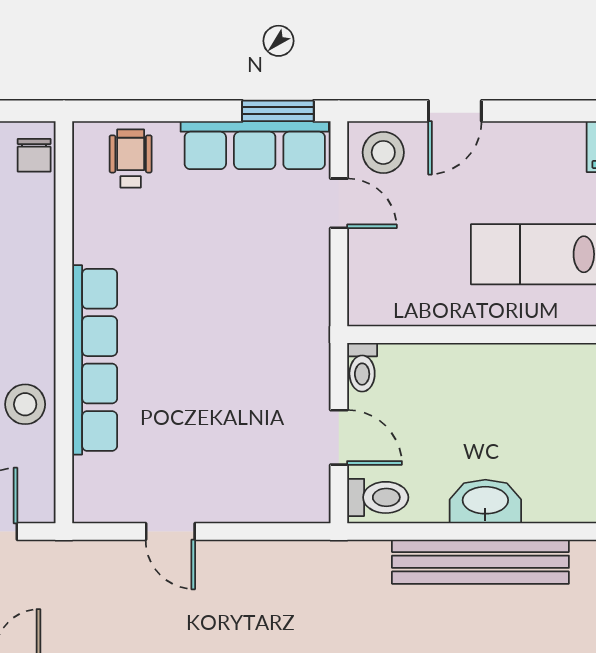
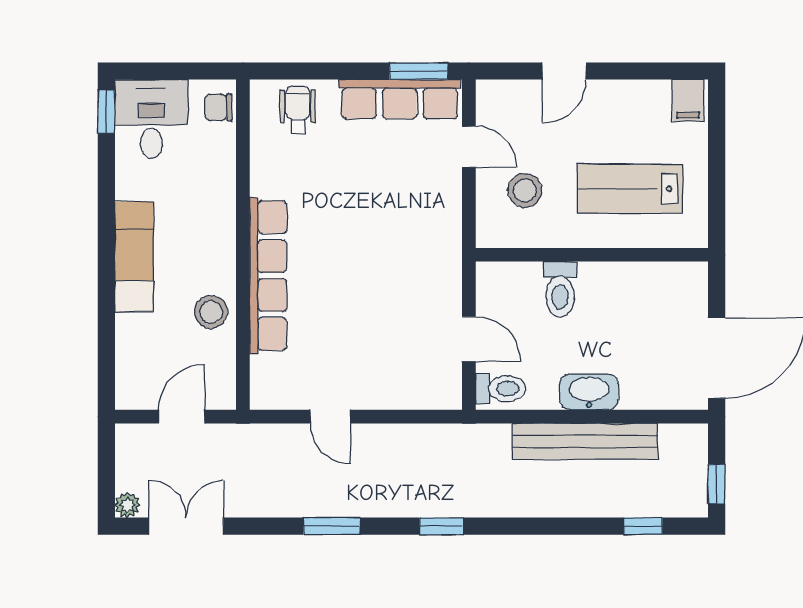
stool: (383, 152) -> (525, 190), moved
chair: (34, 155) -> (218, 107), turned 90
toilet: (362, 367) -> (560, 289), moved, width x1.37, depth x1.39

